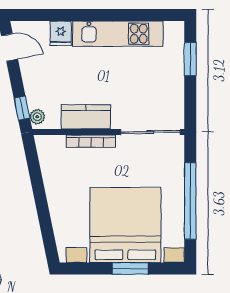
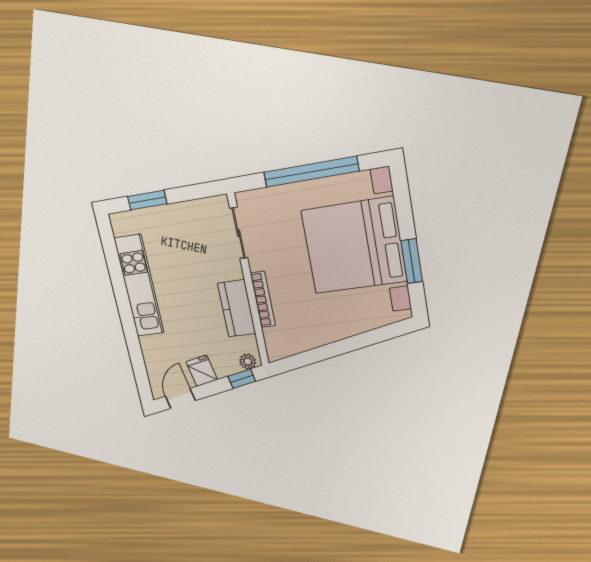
fridge: (61, 33) -> (202, 371), moved, turned -102
sliding door: (150, 132) -> (239, 233), width x0.73
window: (130, 269) -> (412, 261), moved

